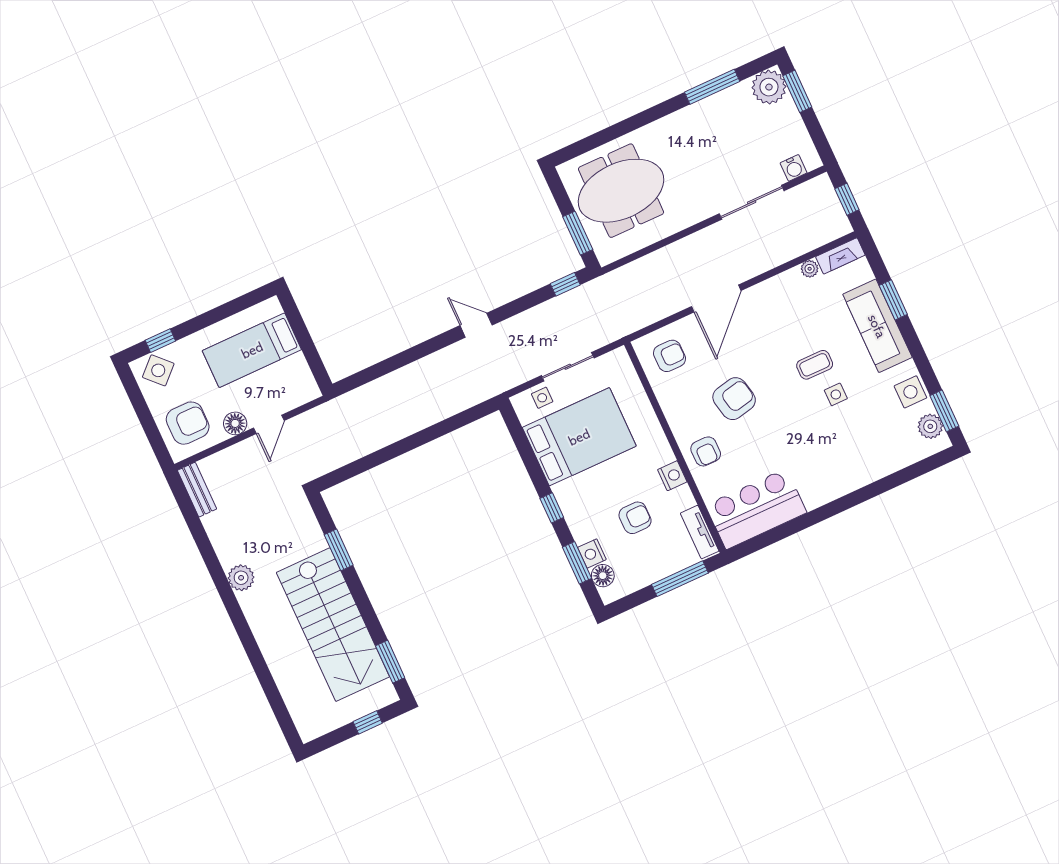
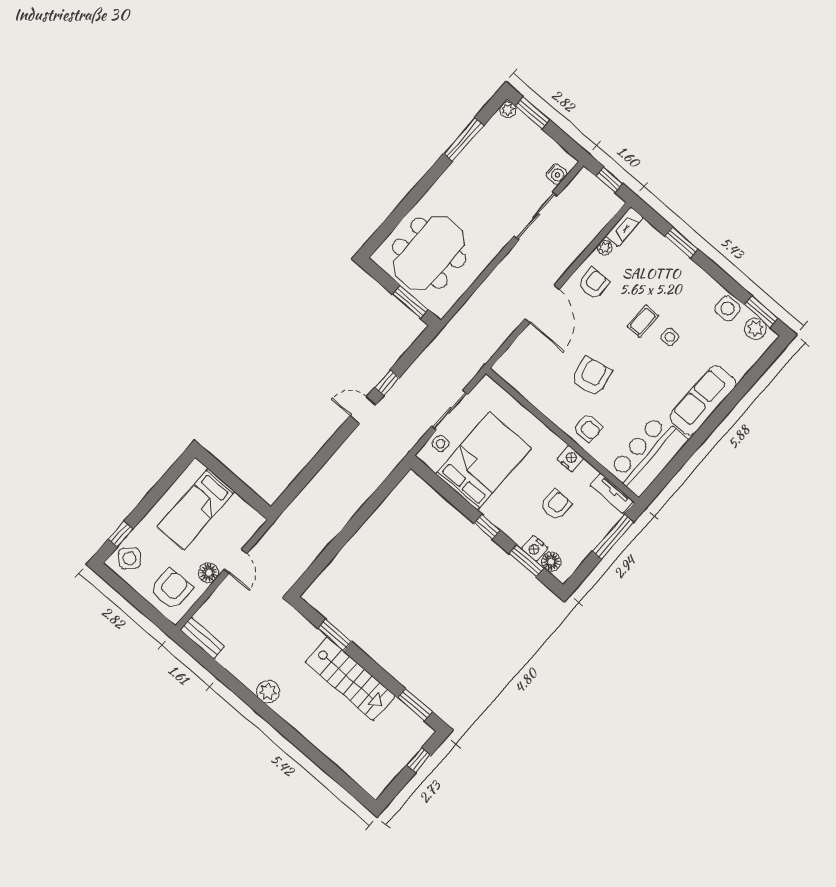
plant: (769, 87) -> (508, 110), width x0.53, depth x0.53
window: (565, 284) -> (387, 383), moved
sofa: (877, 326) -> (703, 400), moved, turned 90
armchair: (670, 356) -> (593, 283), moved
stairs: (333, 625) -> (350, 679), width x0.73, depth x0.66

